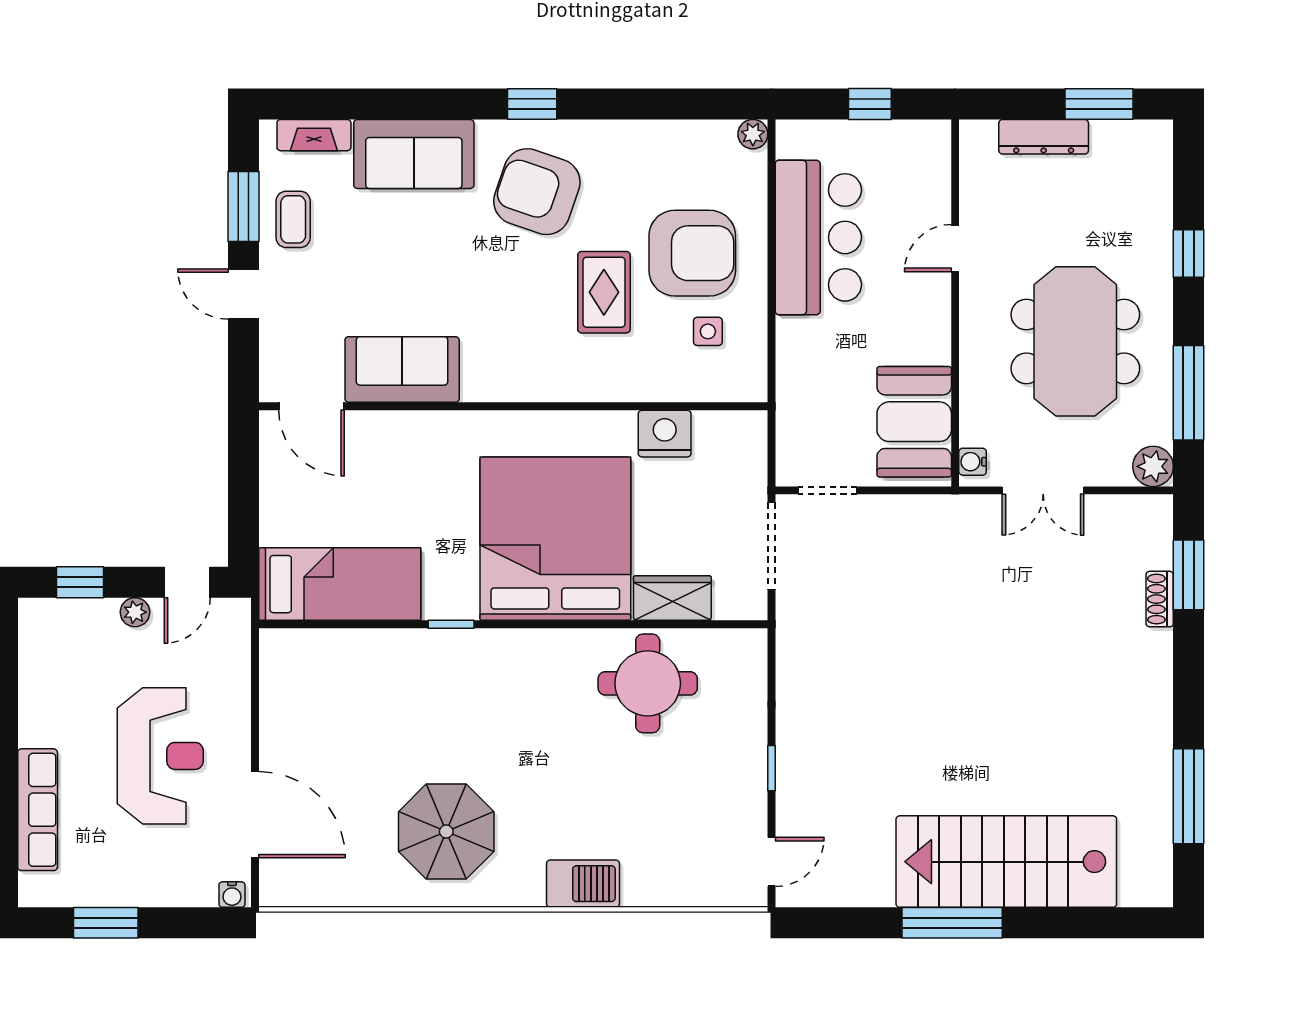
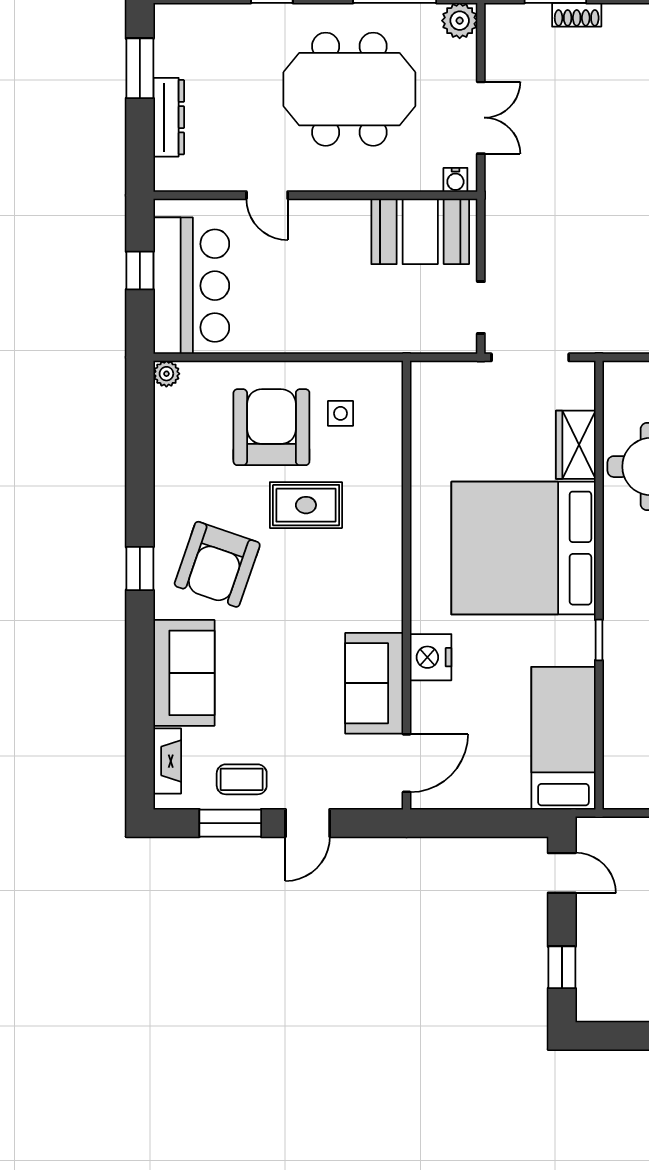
bar counter: (818, 237) -> (191, 286), moved, turned 90
nightstand: (665, 434) -> (431, 657), moved
plant: (135, 612) -> (588, 919), removed

